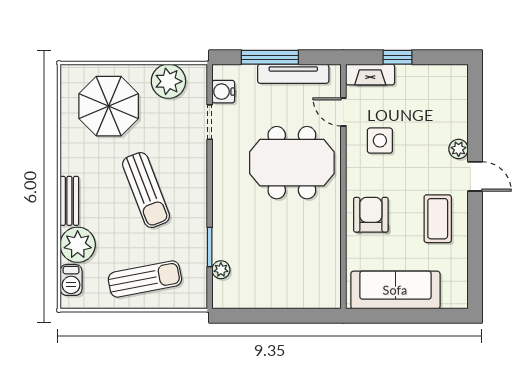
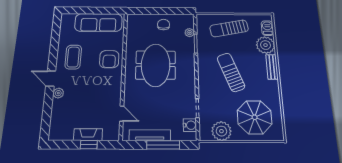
fireplace: (370, 75) -> (88, 135), moved
side table: (380, 141) -> (102, 98), removed
meeting table: (292, 163) -> (156, 65), moved, turned 90
chair: (271, 286) -> (163, 25), added

